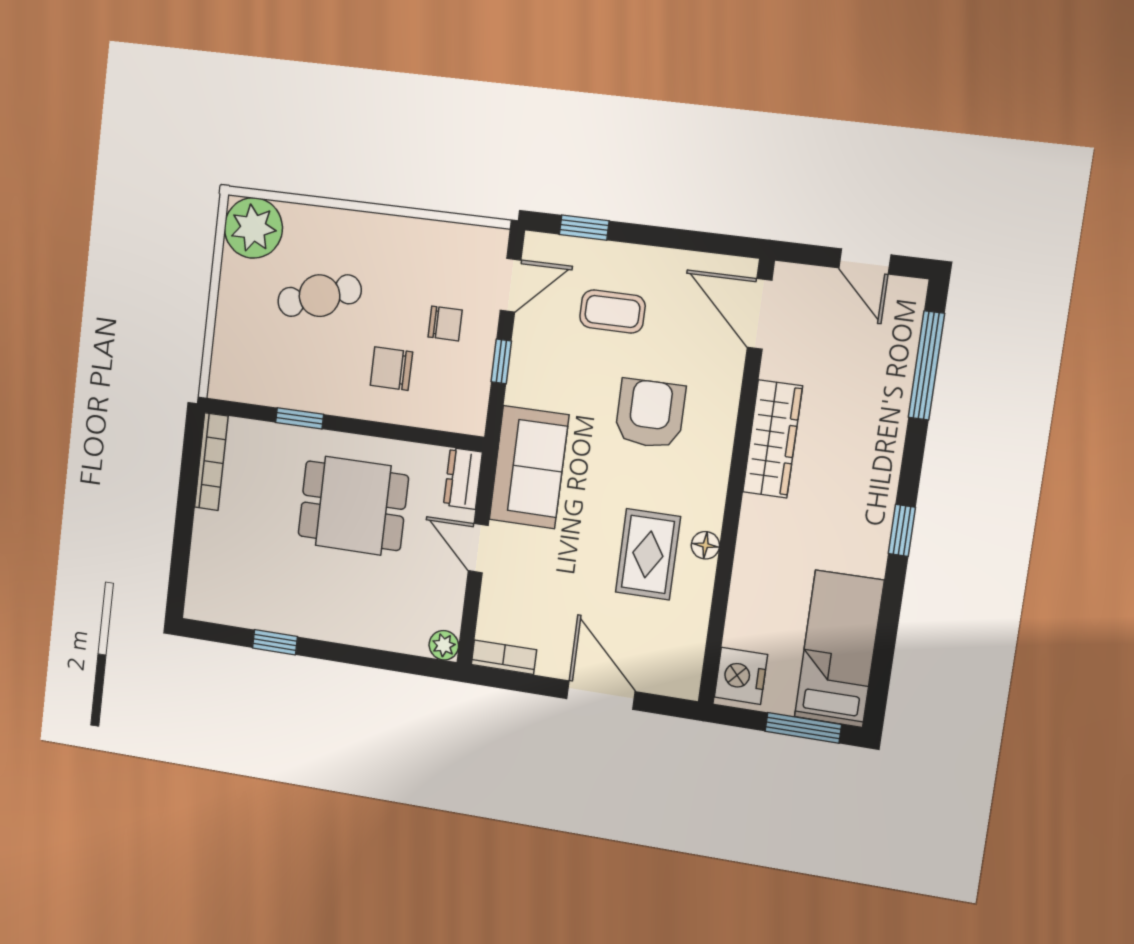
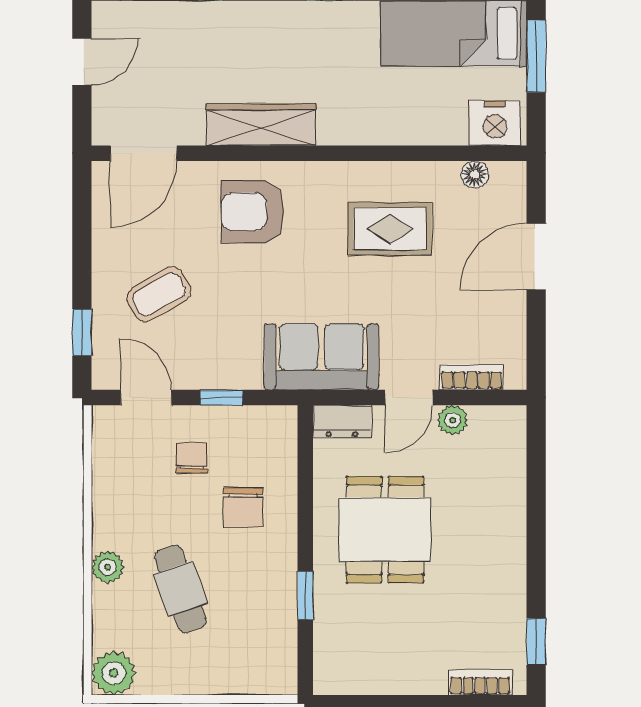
plant: (349, 225) -> (108, 567), added
plant: (253, 228) -> (114, 673), width x0.73, depth x0.73
coffee table: (612, 311) -> (159, 294), turned 60
armchair: (650, 414) -> (253, 212), moved
bookcase: (211, 462) -> (480, 683), moved, width x0.64
floor lamp: (705, 545) -> (475, 174), moved
window: (275, 642) -> (536, 642), moved
plant: (444, 645) -> (453, 420), moved
bookcase: (504, 657) -> (472, 377), moved, turned 90

